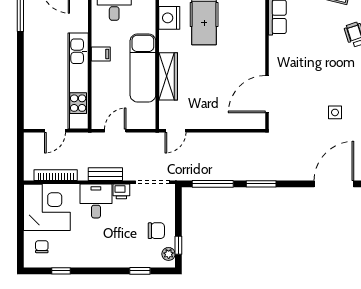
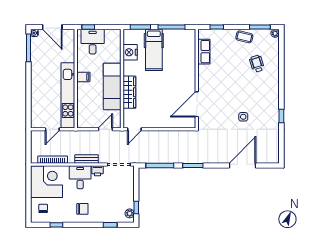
door: (115, 131) -> (105, 129), moved
chair: (156, 231) -> (82, 209), moved

